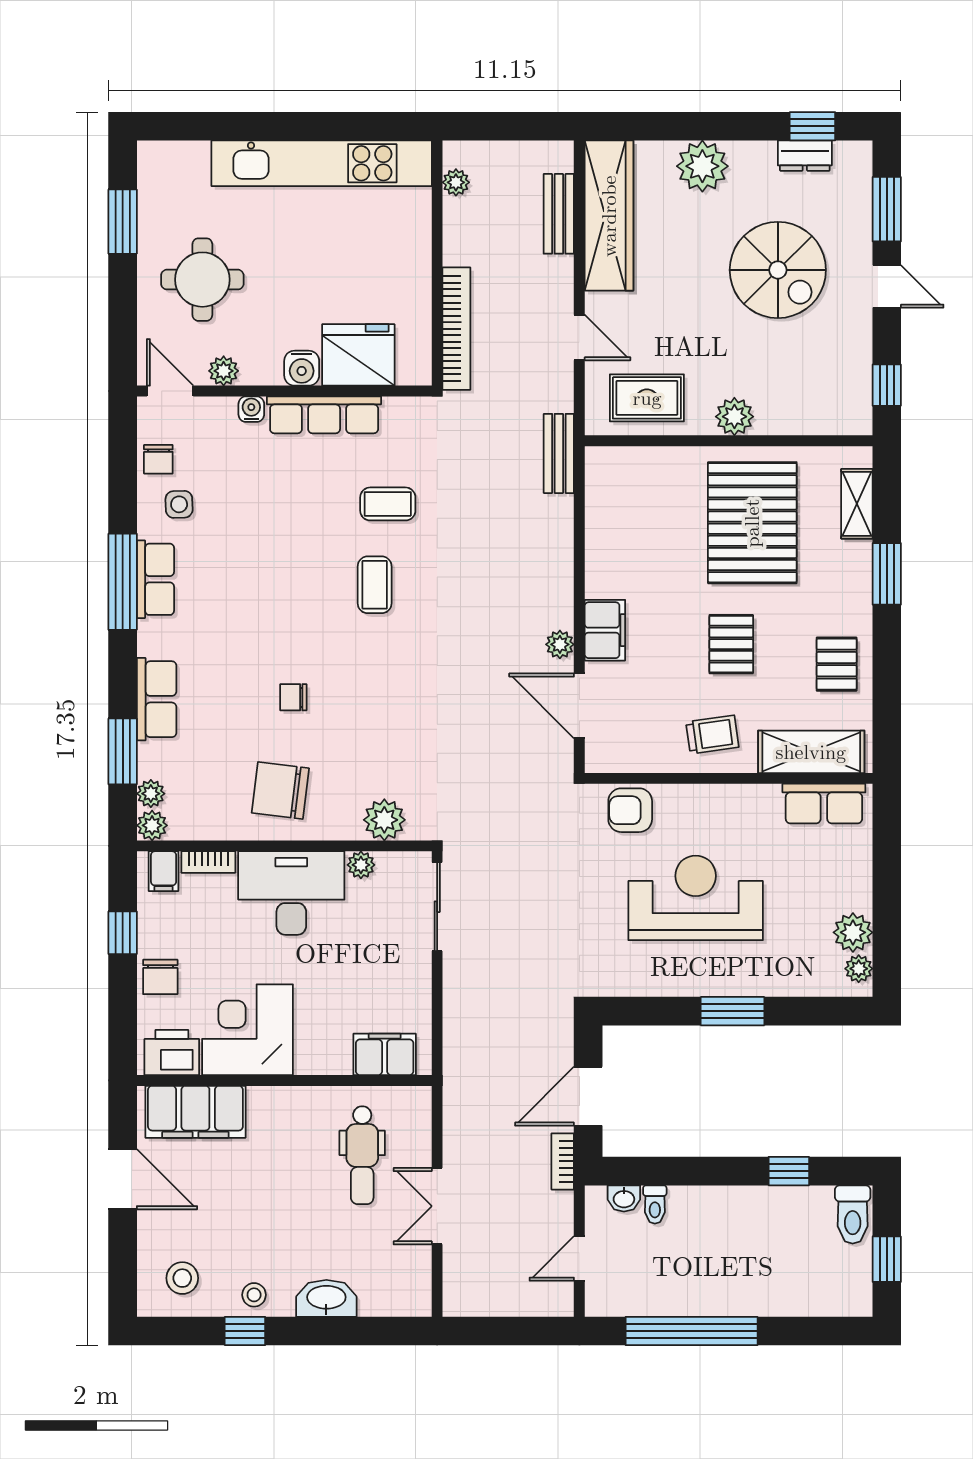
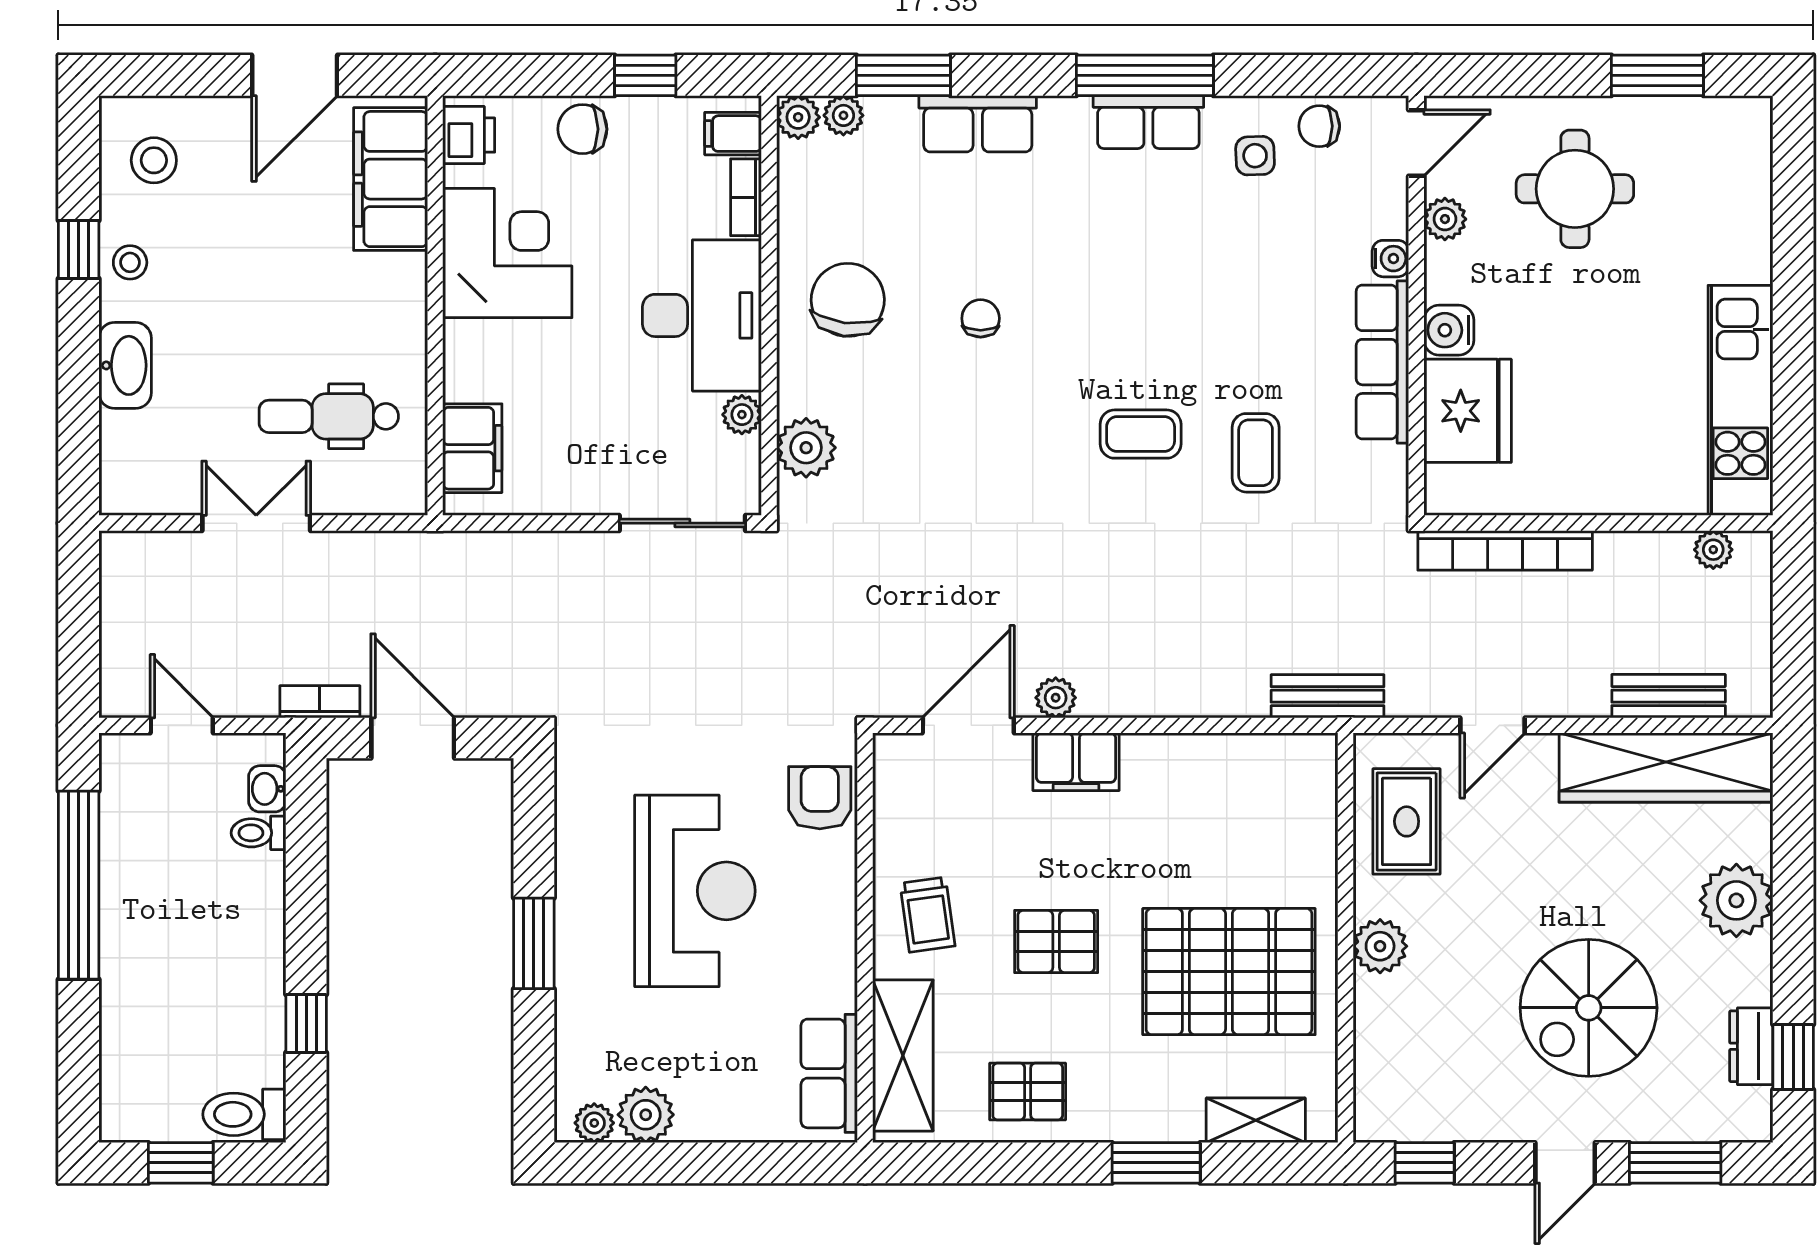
kitchen unit: (322, 163) -> (1740, 400), width x0.73
printer: (172, 1052) -> (469, 135), width x0.73, depth x0.81

